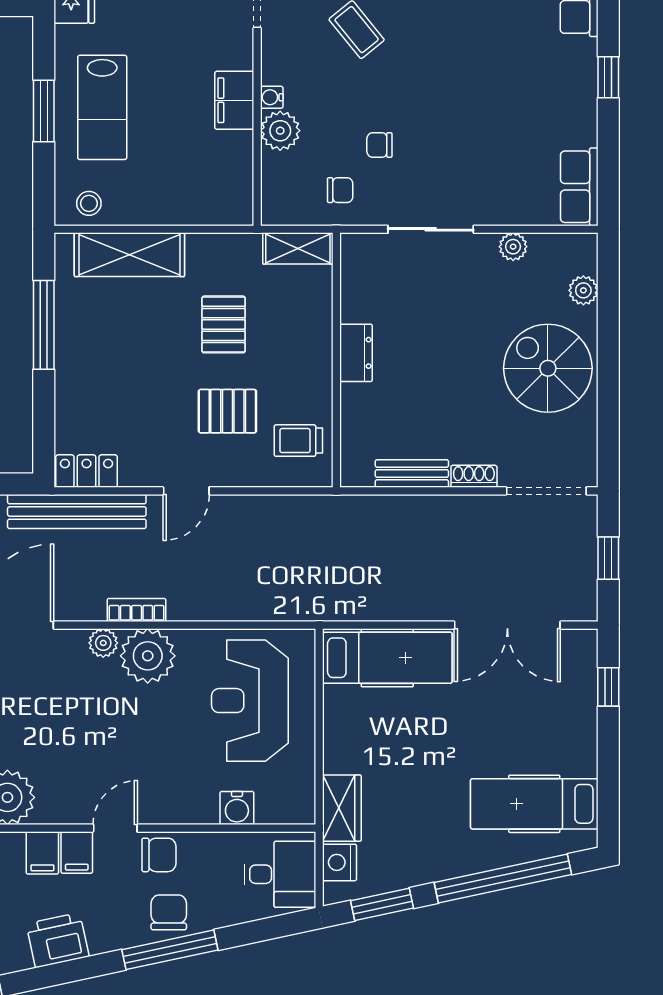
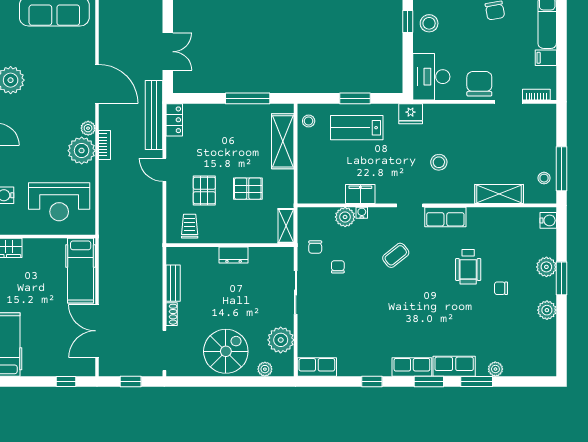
plant: (513, 247) -> (281, 340), width x1.87, depth x1.87
reception desk: (250, 701) -> (59, 202), turned 180

